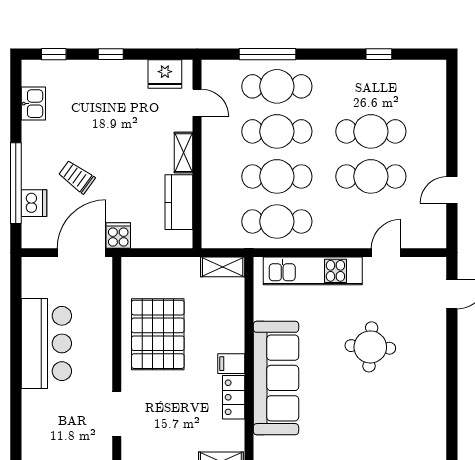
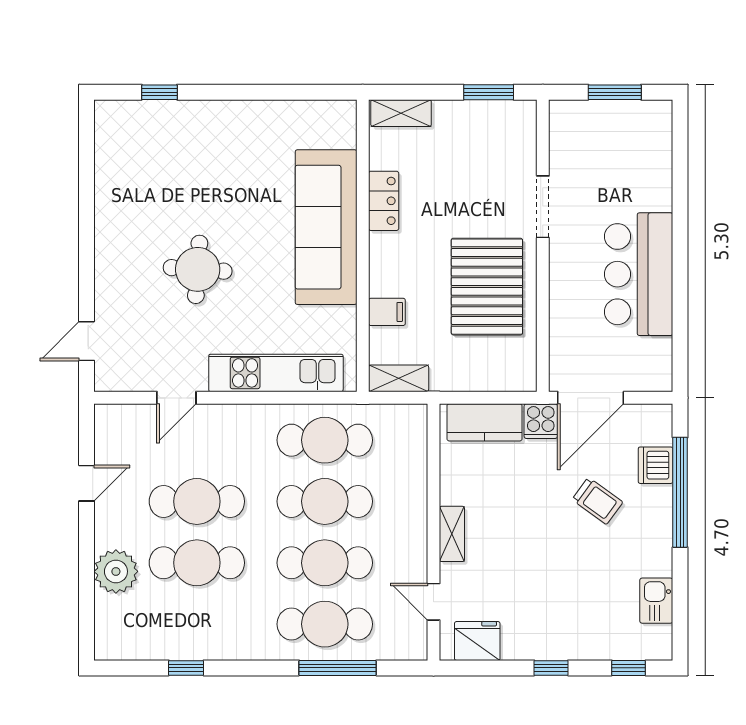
plant: (430, 125) -> (116, 571), added
kitchen counter: (179, 202) -> (484, 422), moved, turned 90
filing cabinet: (231, 364) -> (387, 312), moved
doorway: (117, 414) -> (543, 207), moved

